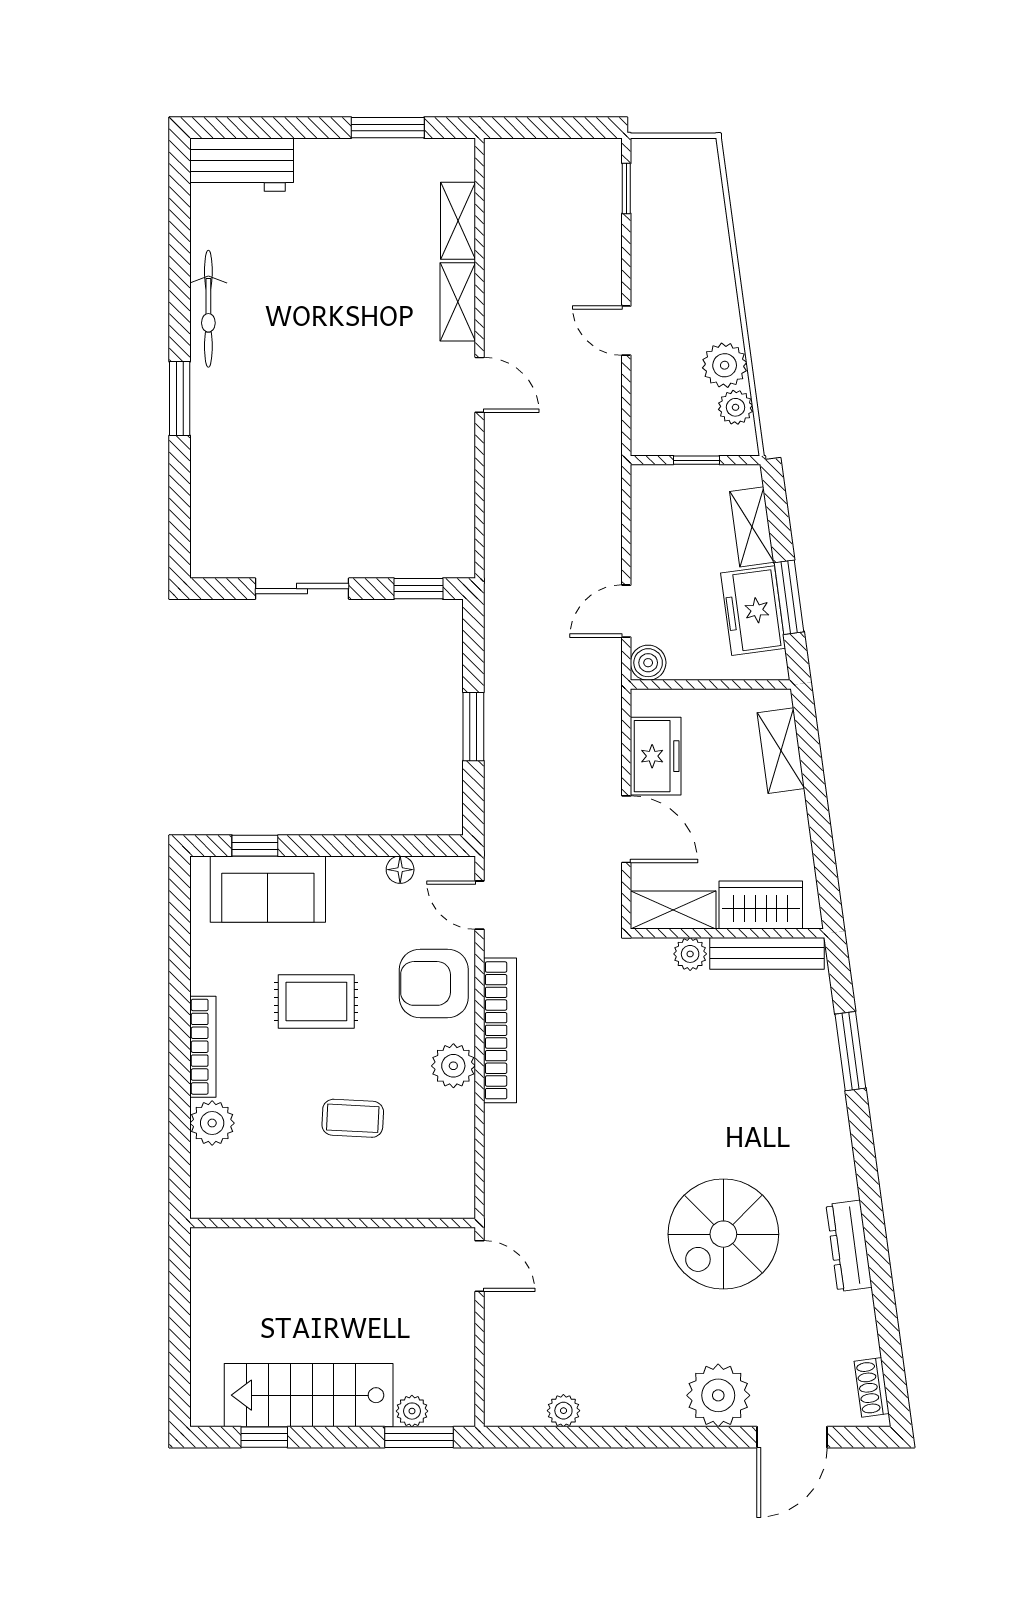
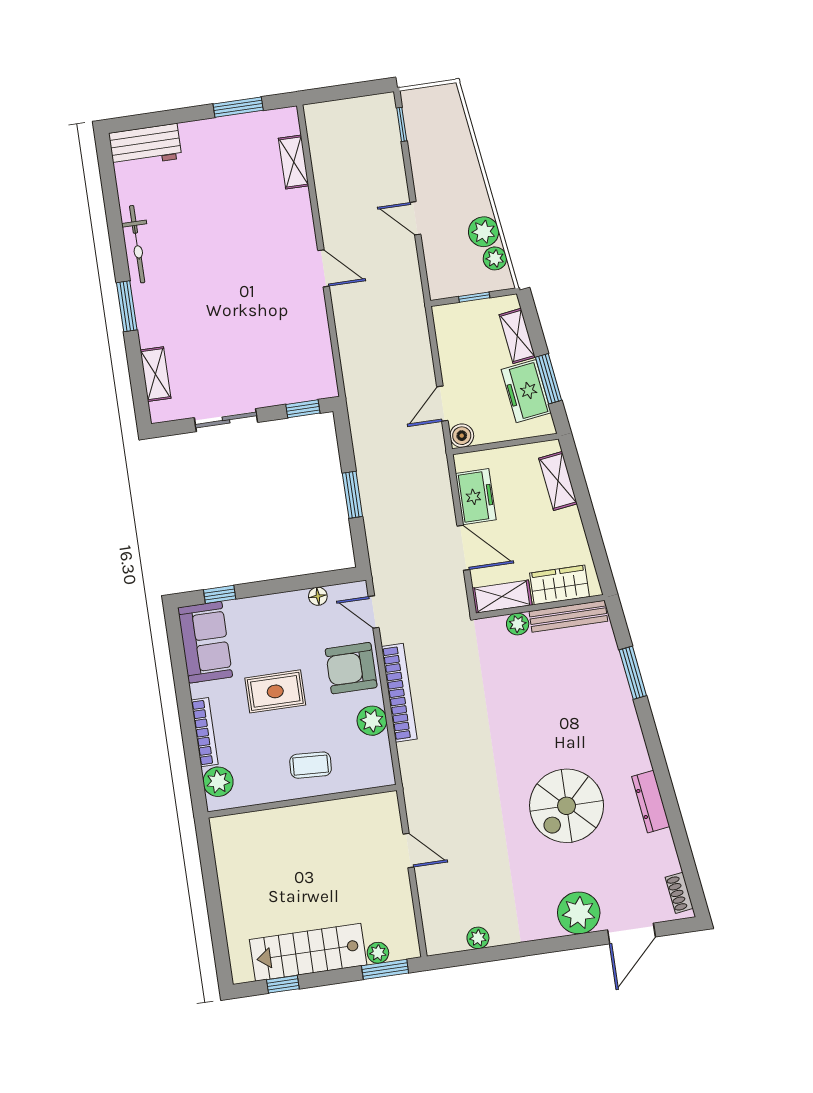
shelving: (458, 302) -> (155, 374), moved
sofa: (268, 889) -> (205, 642), moved, turned -90
wall: (333, 1223) -> (302, 801), moved

